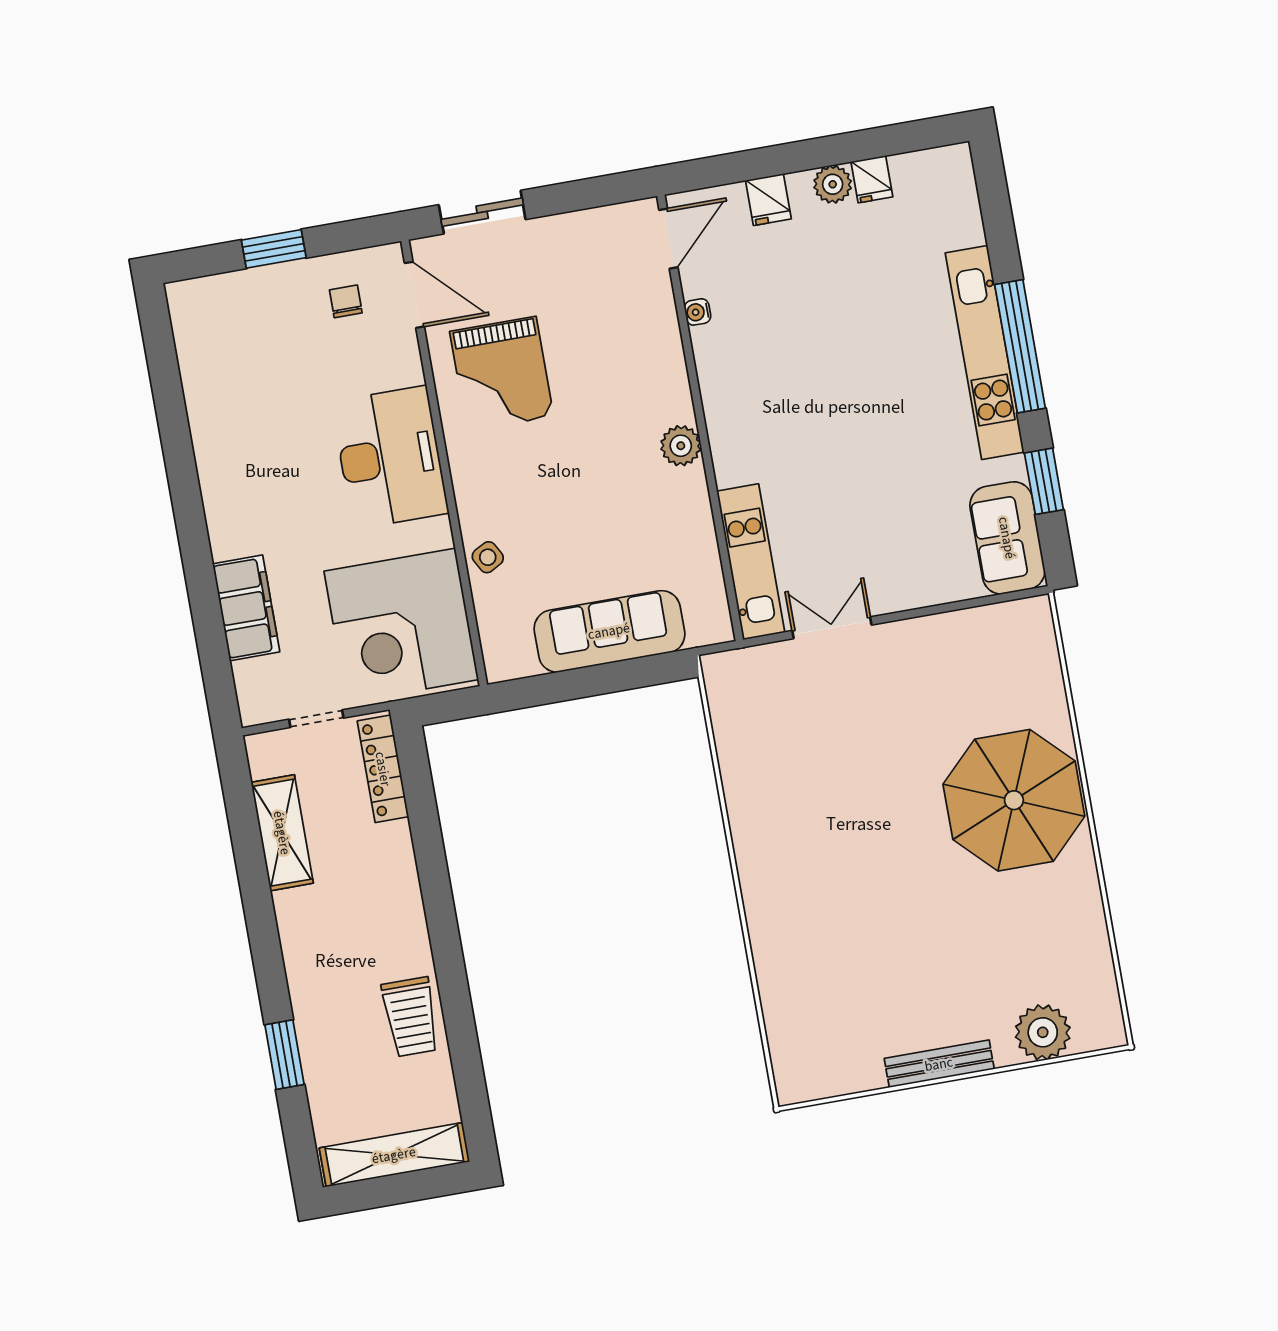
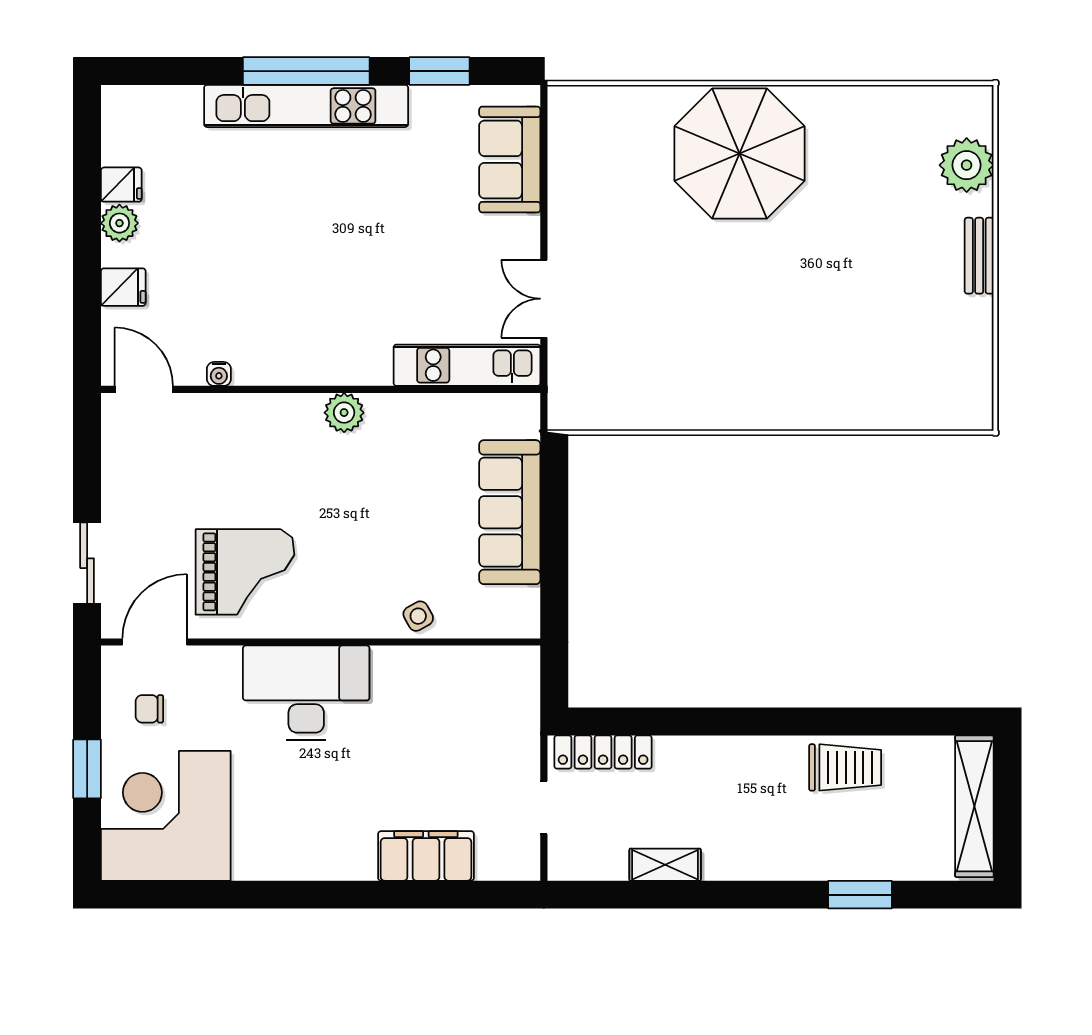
sofa: (1007, 538) -> (510, 160), moved, turned 90
corner desk: (401, 625) -> (166, 816), moved, turned 180
shelving: (282, 833) -> (665, 865), width x0.67, depth x0.75
bench: (939, 1064) -> (979, 256), width x0.73

